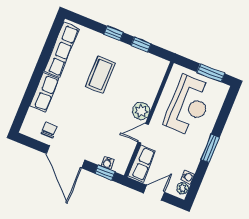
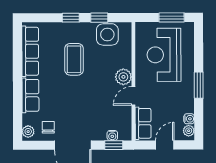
side table: (142, 64) -> (107, 34), added
reception desk: (189, 106) -> (164, 55), turned 180
plant: (28, 126) -> (28, 132), added

